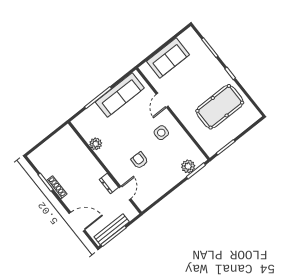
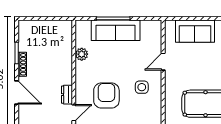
sofa: (120, 95) -> (116, 30), moved
armchair: (139, 160) -> (106, 96), width x1.88, depth x1.88
door: (77, 222) -> (17, 92), moved

